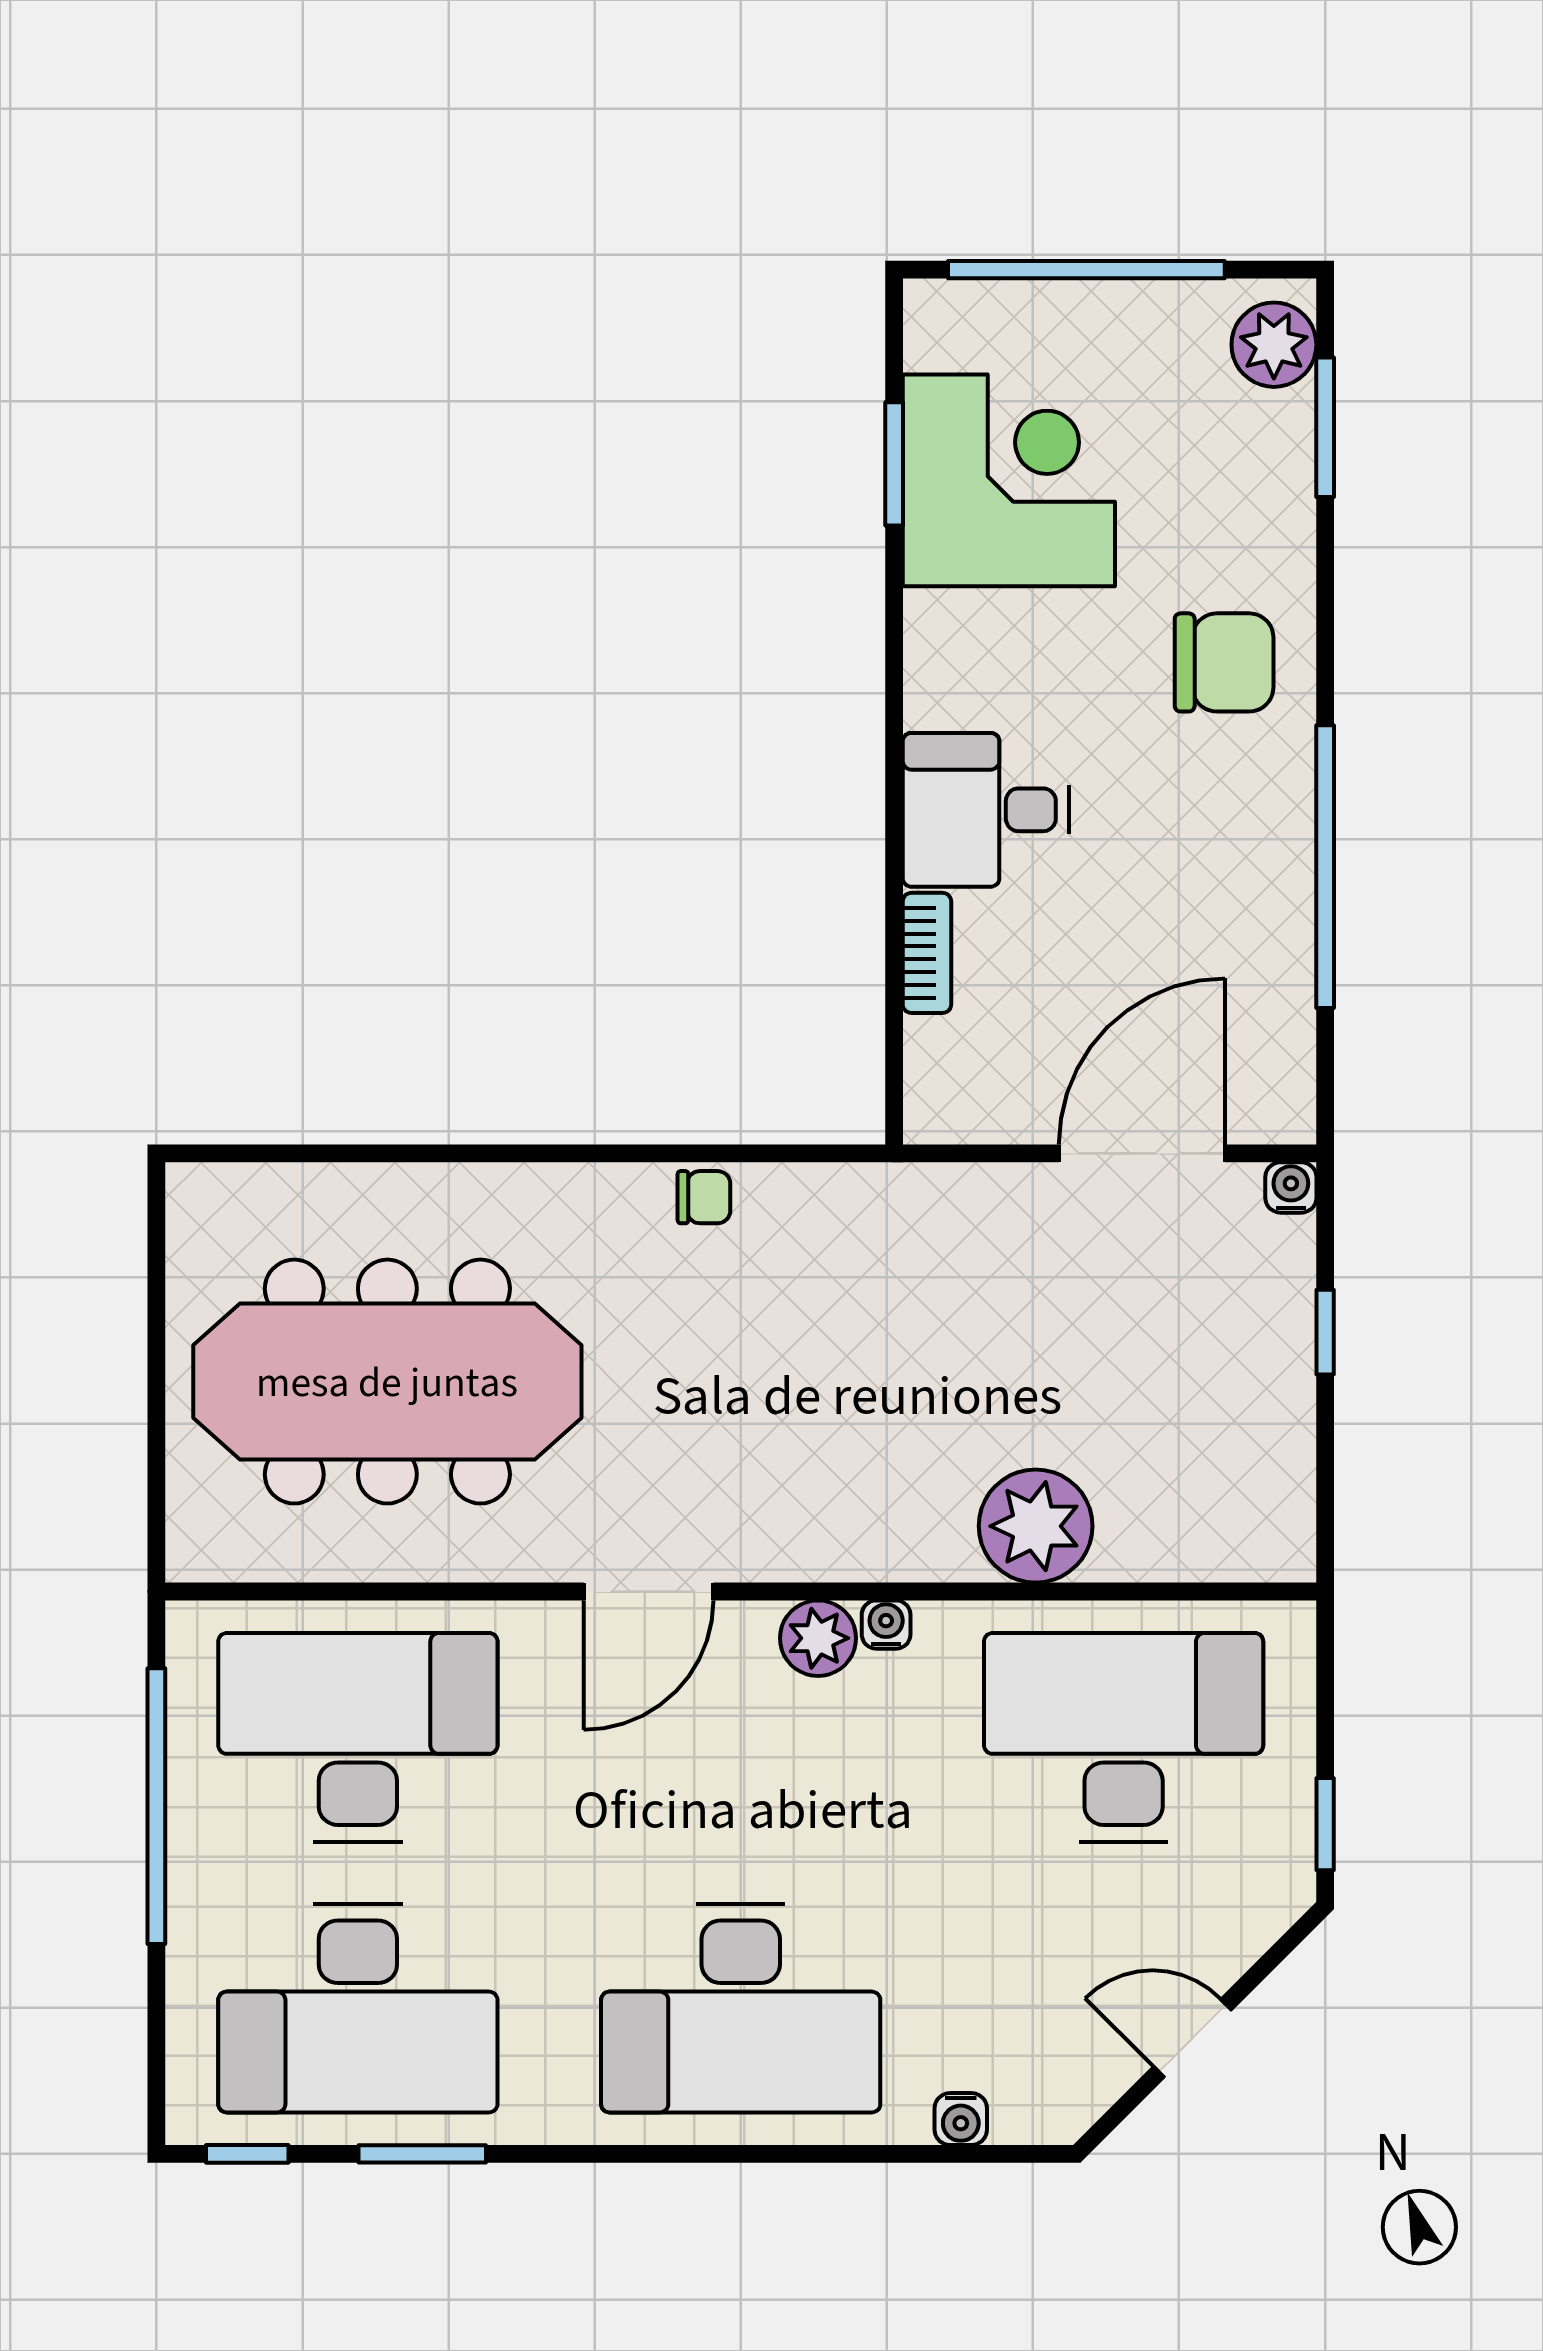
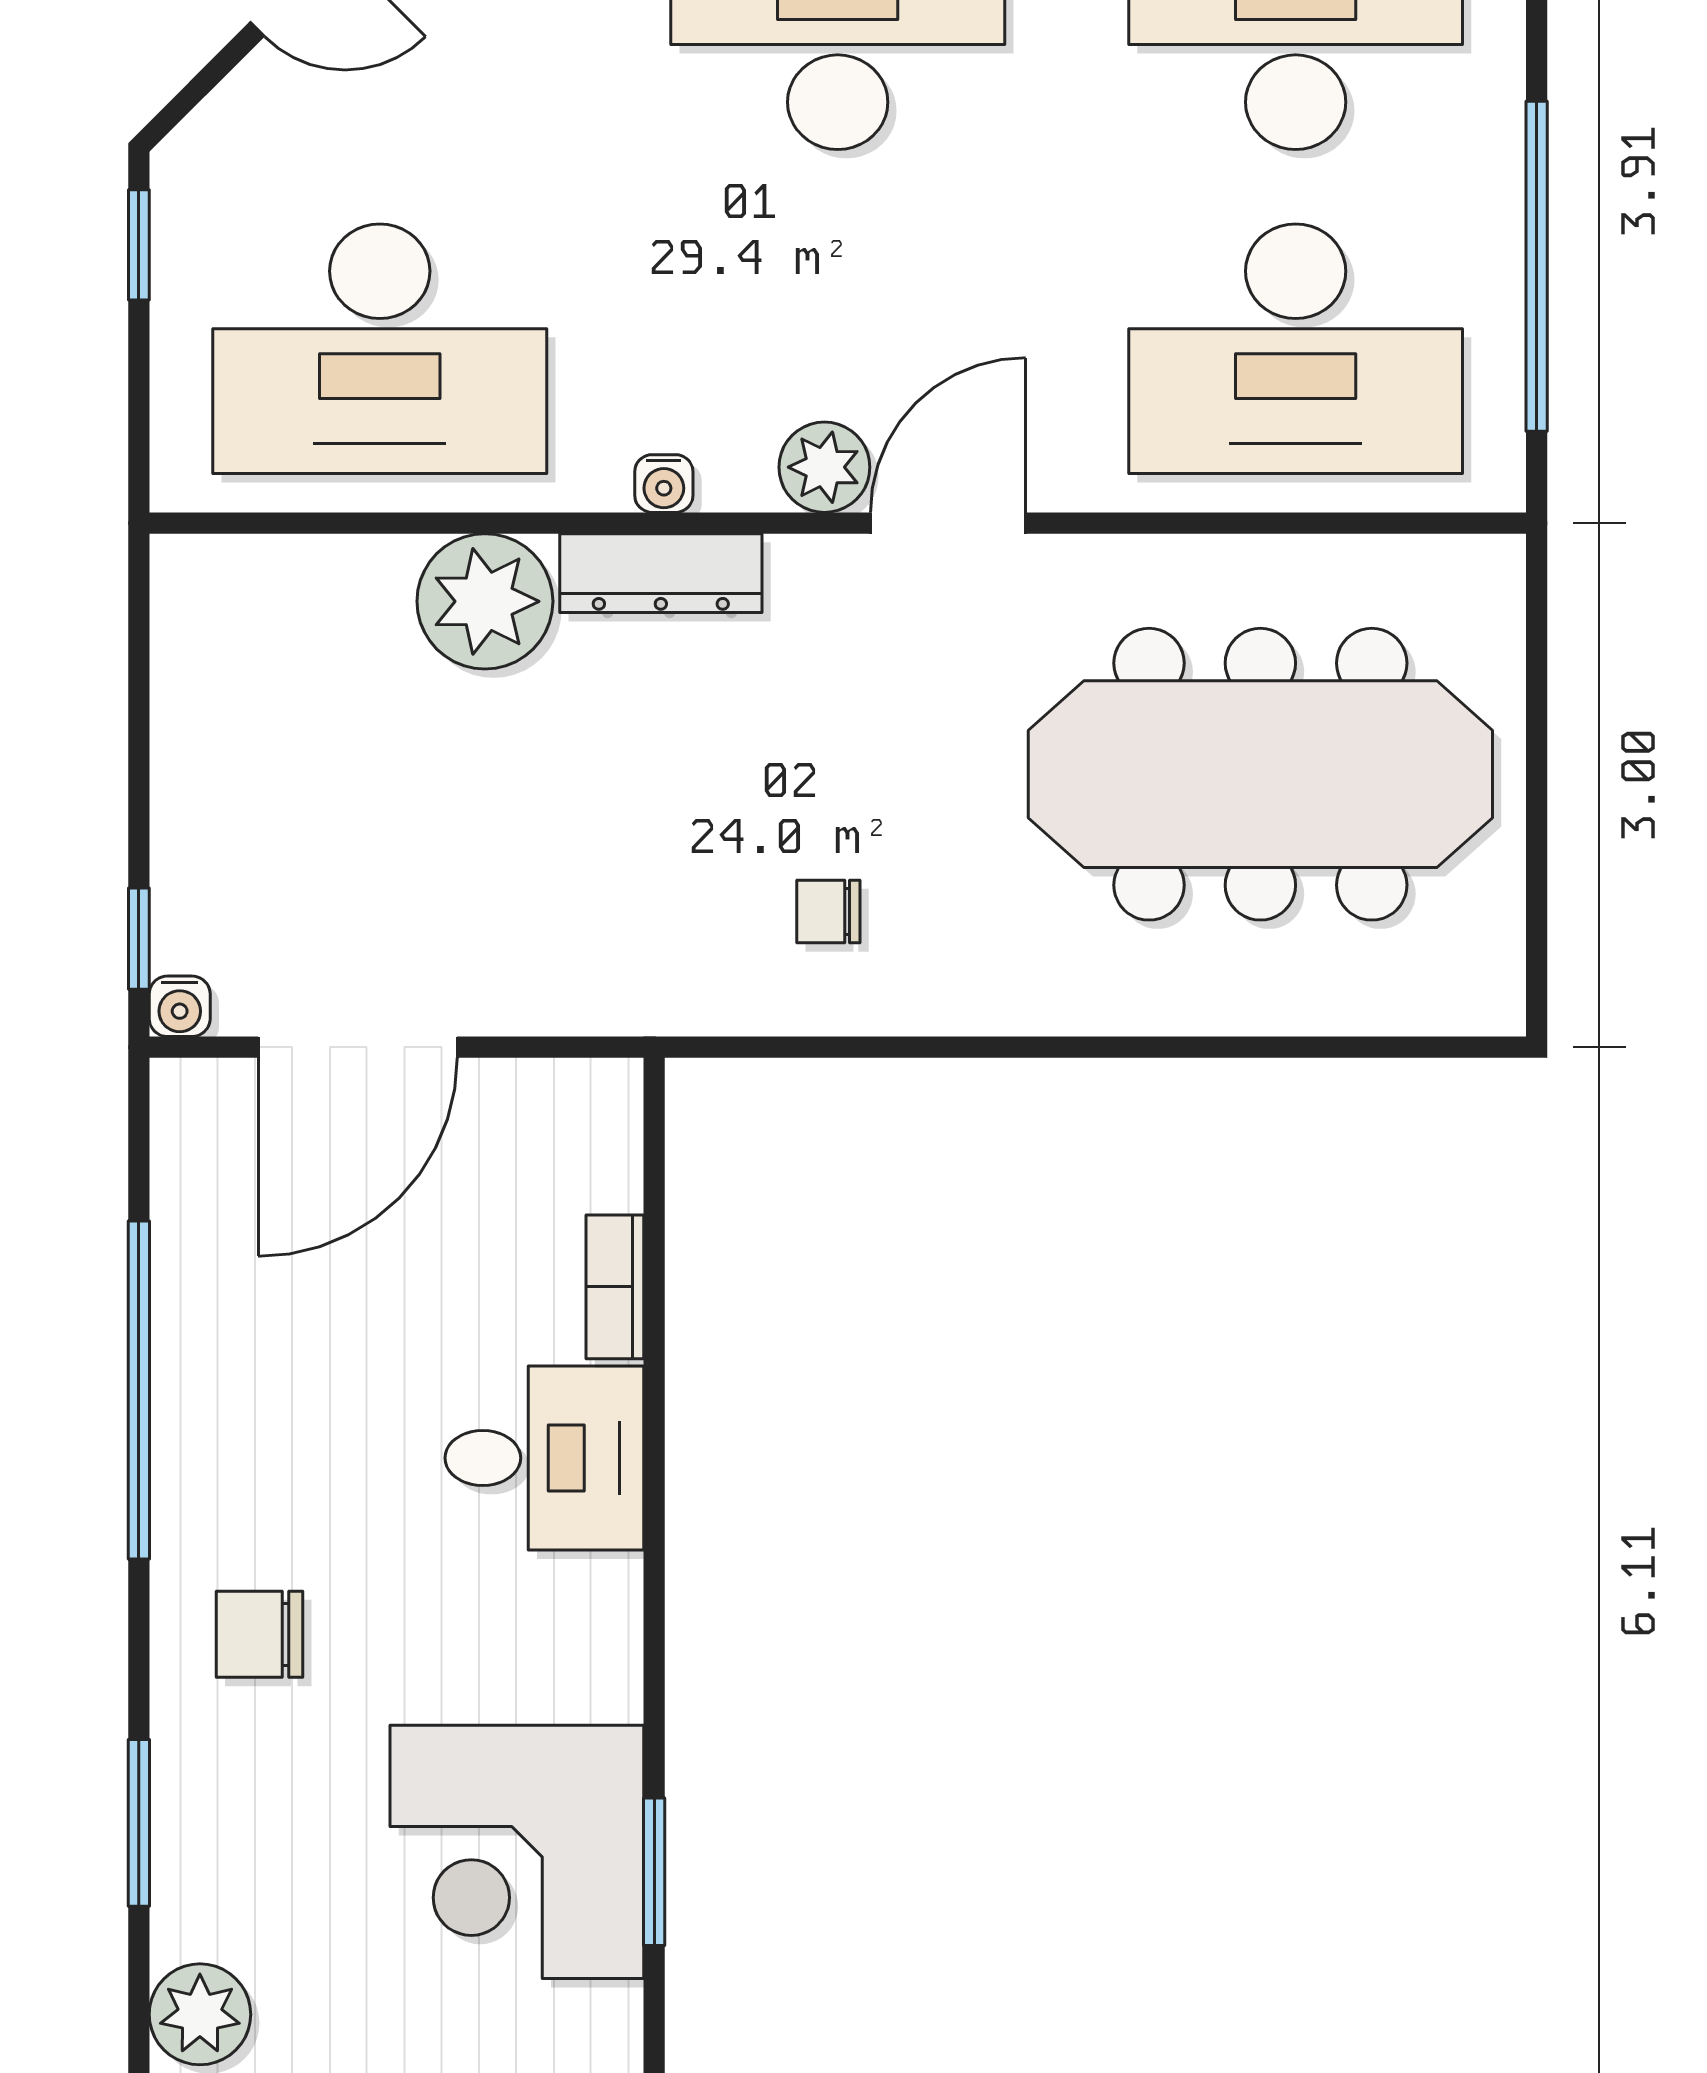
window: (1325, 427) -> (139, 1823), moved
chair: (1224, 662) -> (260, 1634), width x0.73, depth x0.73
chair: (704, 1197) -> (828, 912), moved
window: (1325, 1332) -> (139, 939), moved
dresser: (889, 1550) -> (661, 573), added
plant: (818, 1638) -> (824, 467), moved

